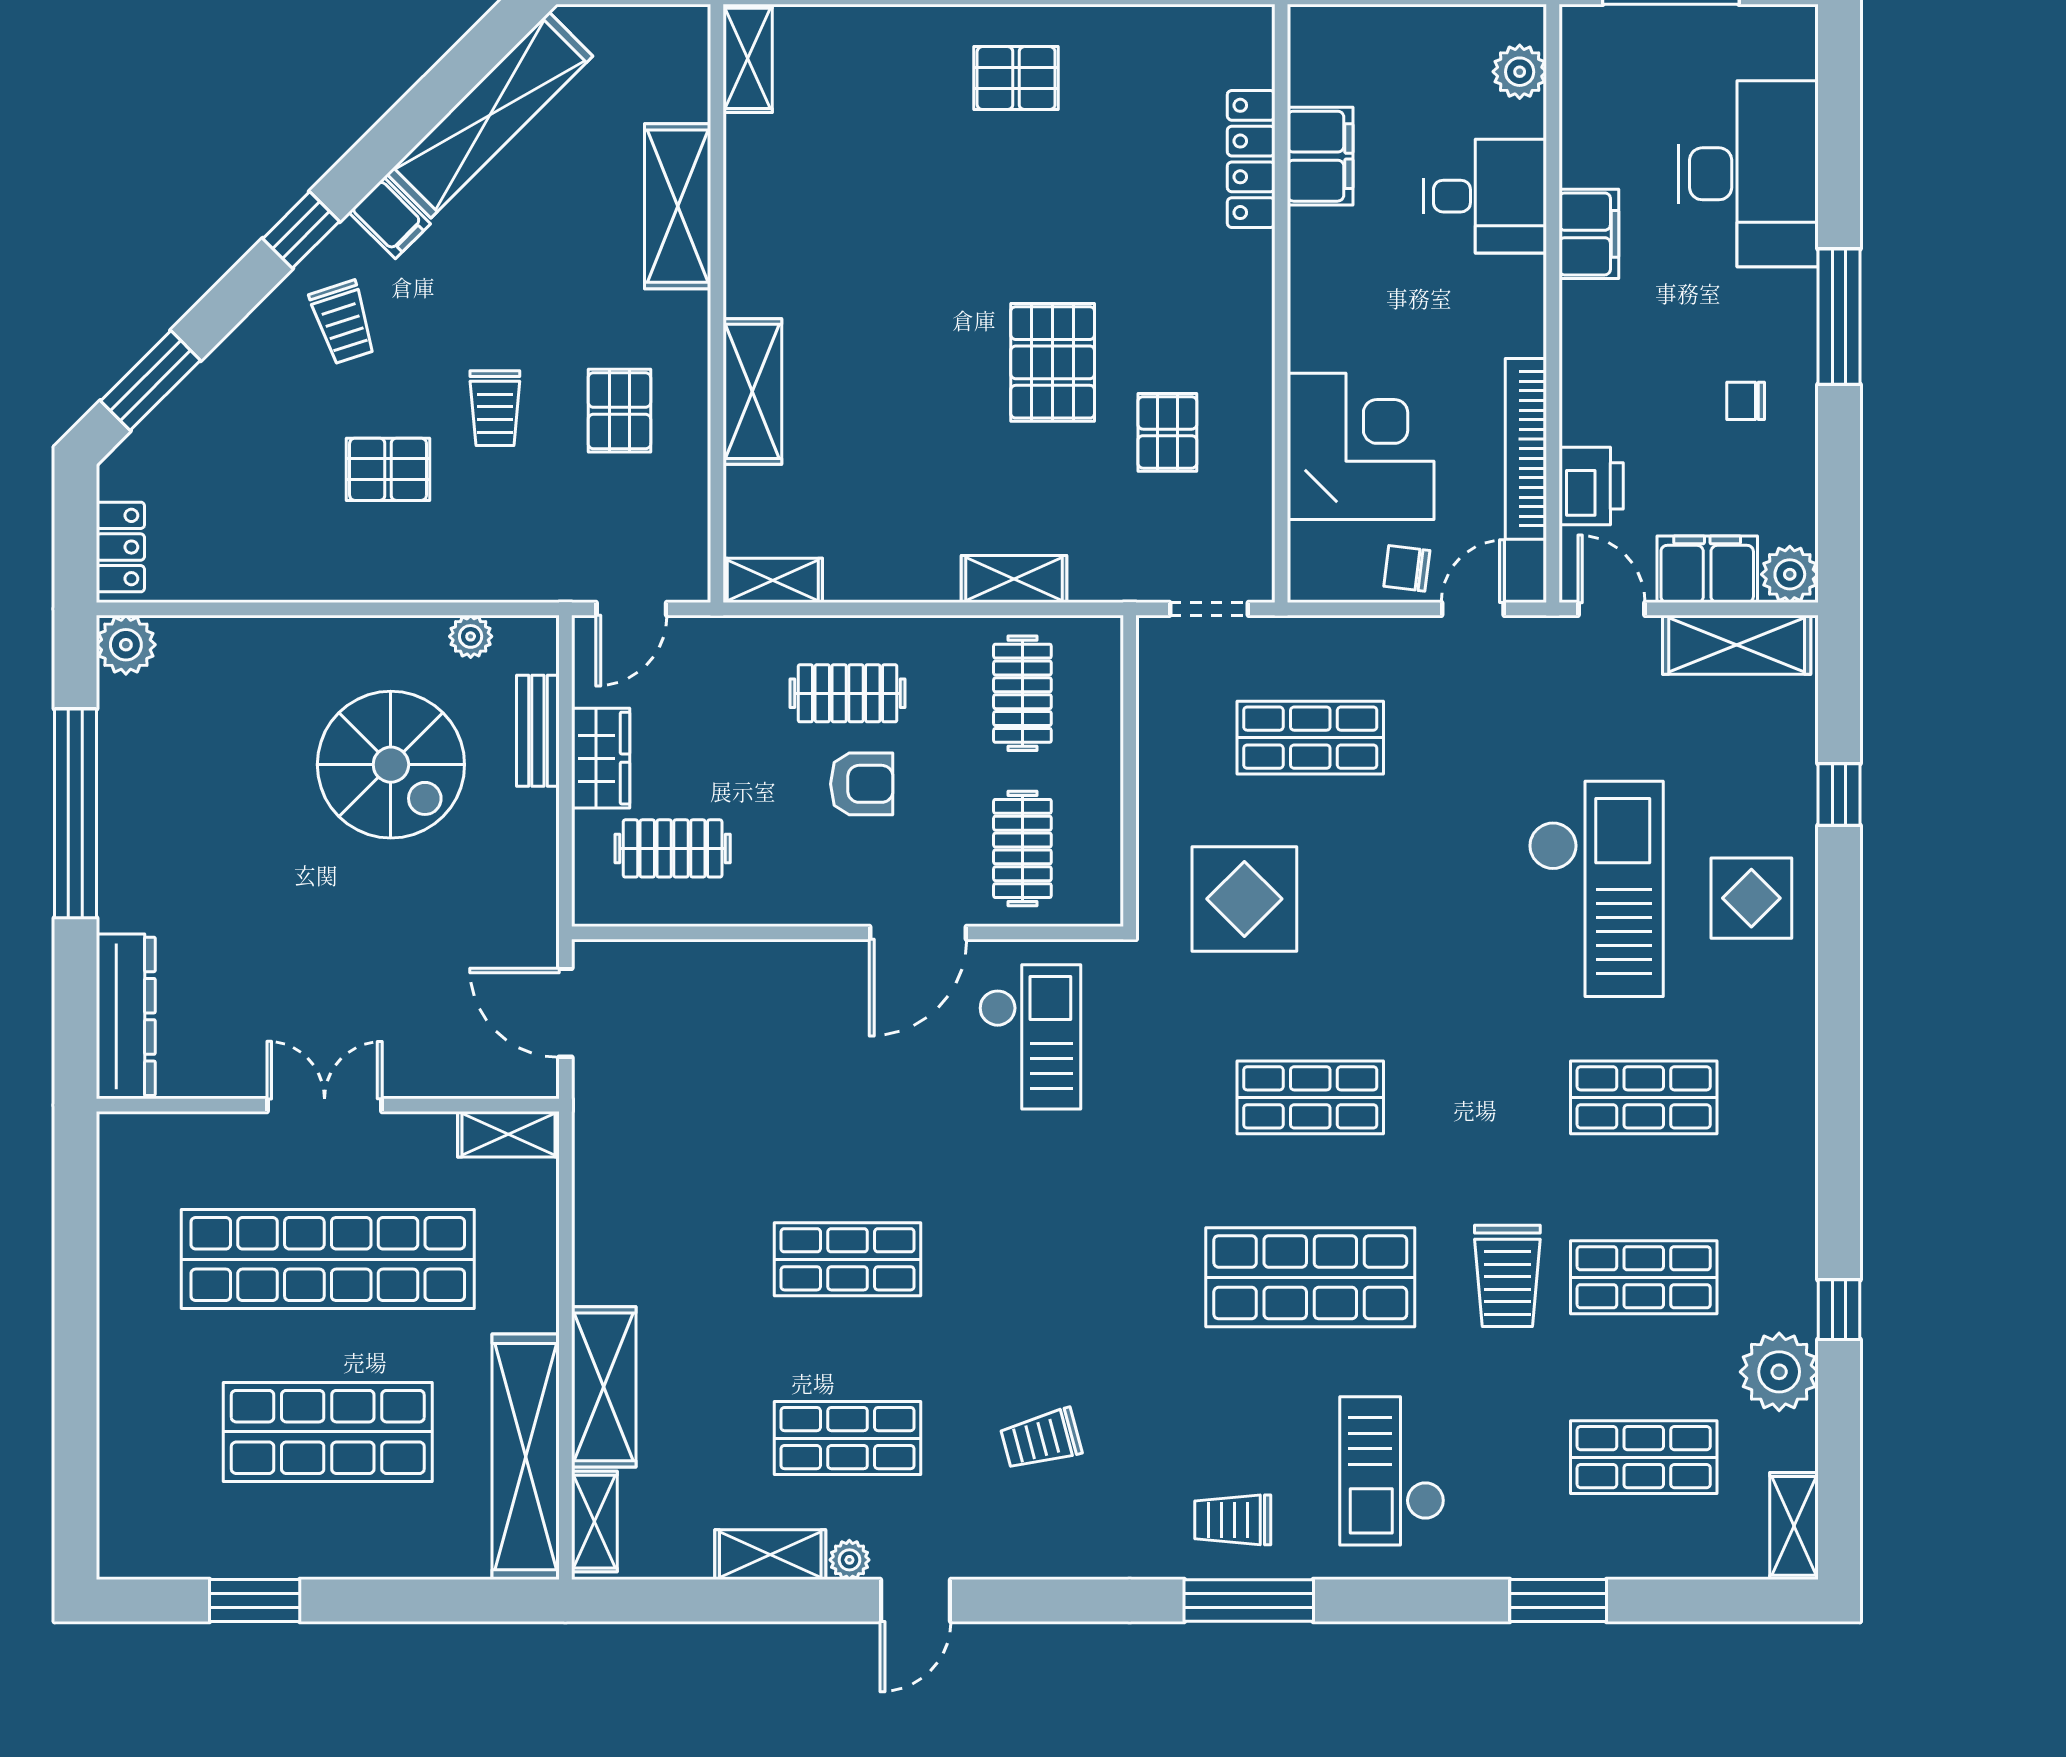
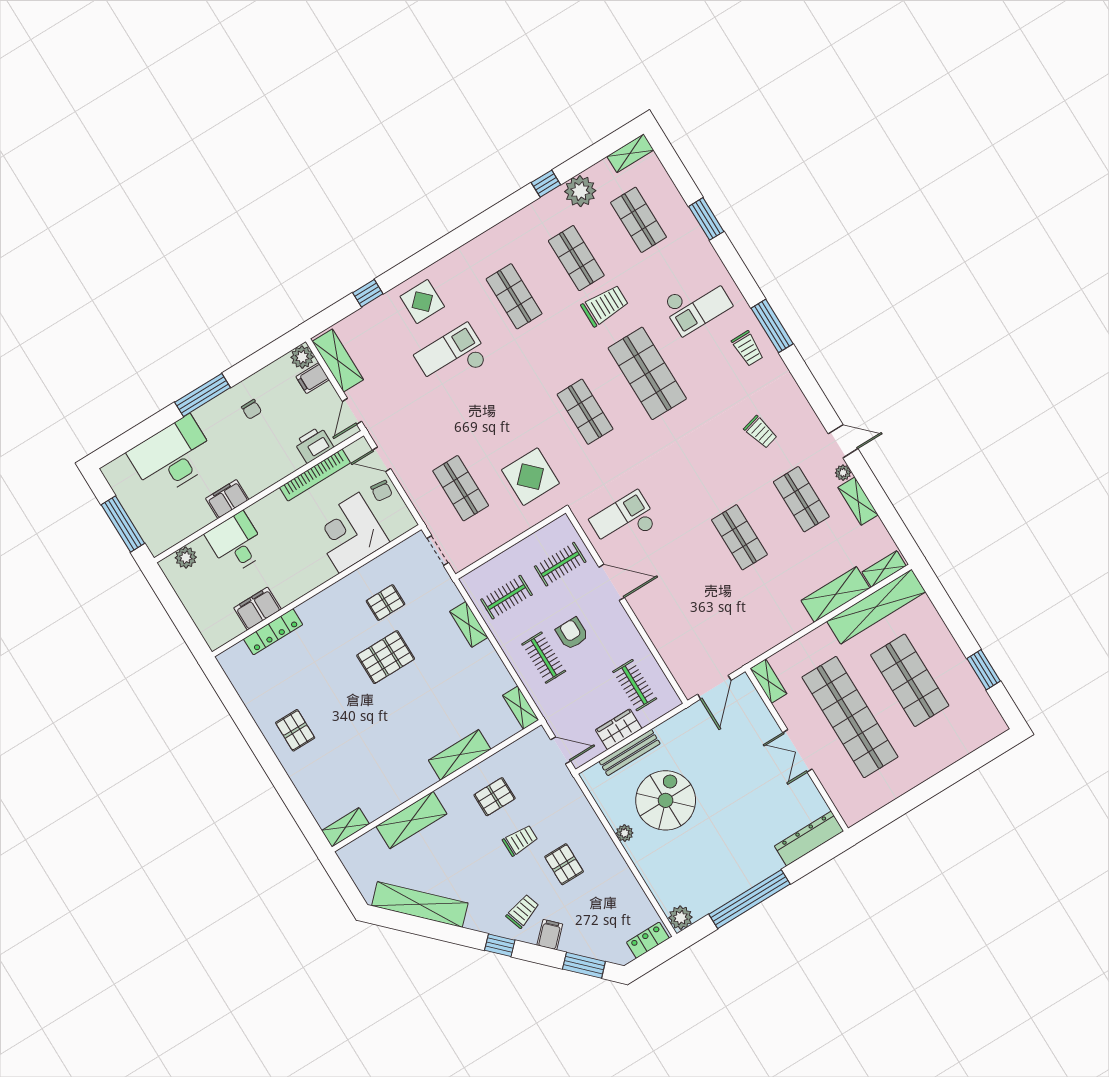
filing cabinet: (390, 218) -> (550, 935), moved
filing cabinet: (1707, 569) -> (313, 378), width x0.50
plant: (471, 636) -> (625, 833), moved
bench: (538, 731) -> (630, 752), width x1.36
checkout: (1596, 889) -> (452, 357), width x0.73, depth x0.83

